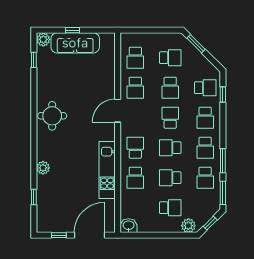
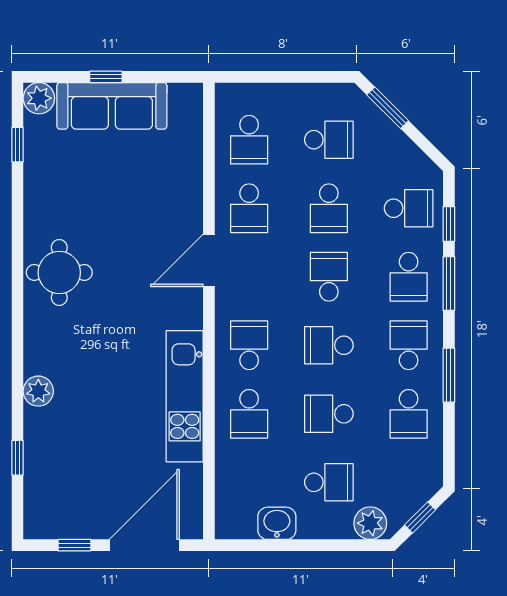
school desk: (205, 148) -> (409, 345), turned 180
window: (223, 193) -> (449, 284), moved
washbasin: (129, 226) -> (277, 523), moved

